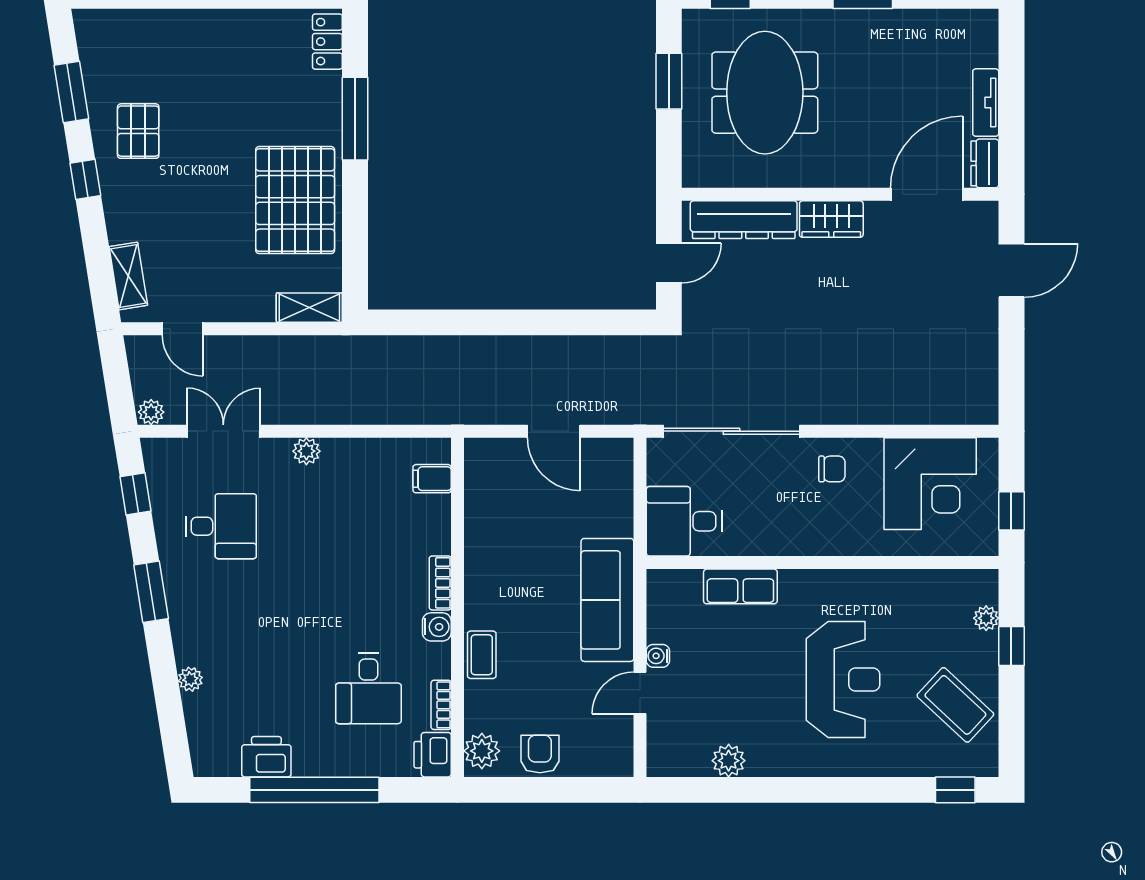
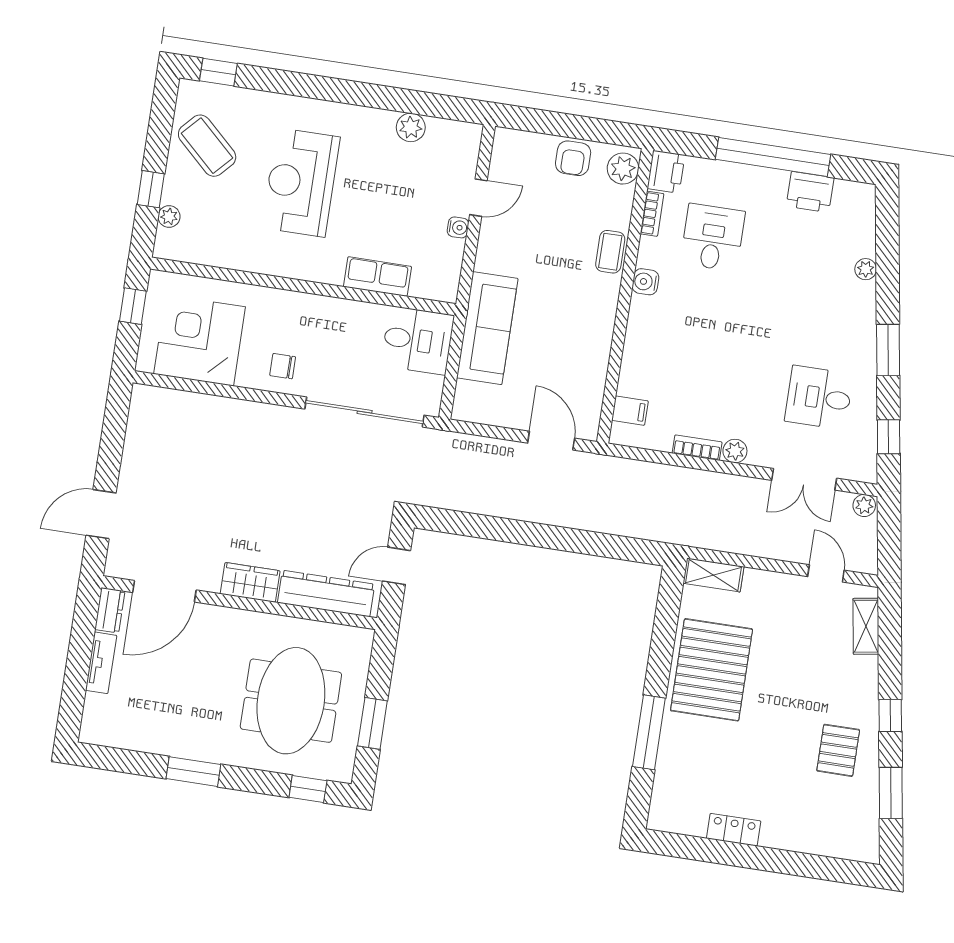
locker: (327, 42) -> (734, 830), moved, turned -90
door: (554, 431) -> (551, 441), moved
bookcase: (440, 583) -> (697, 448), moved, turned -90
sofa: (607, 600) -> (487, 328), moved

